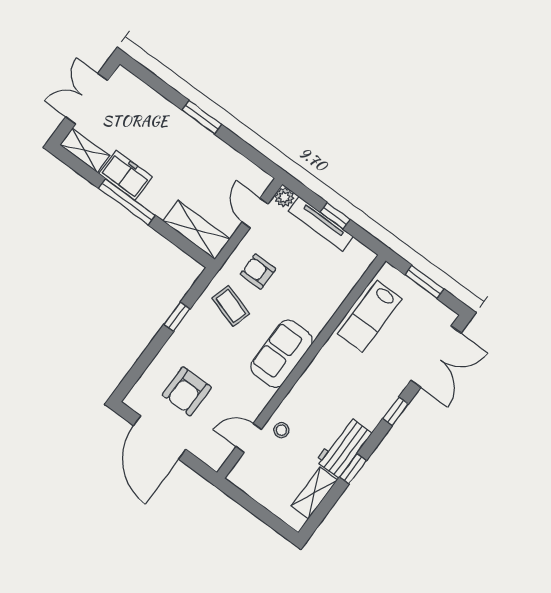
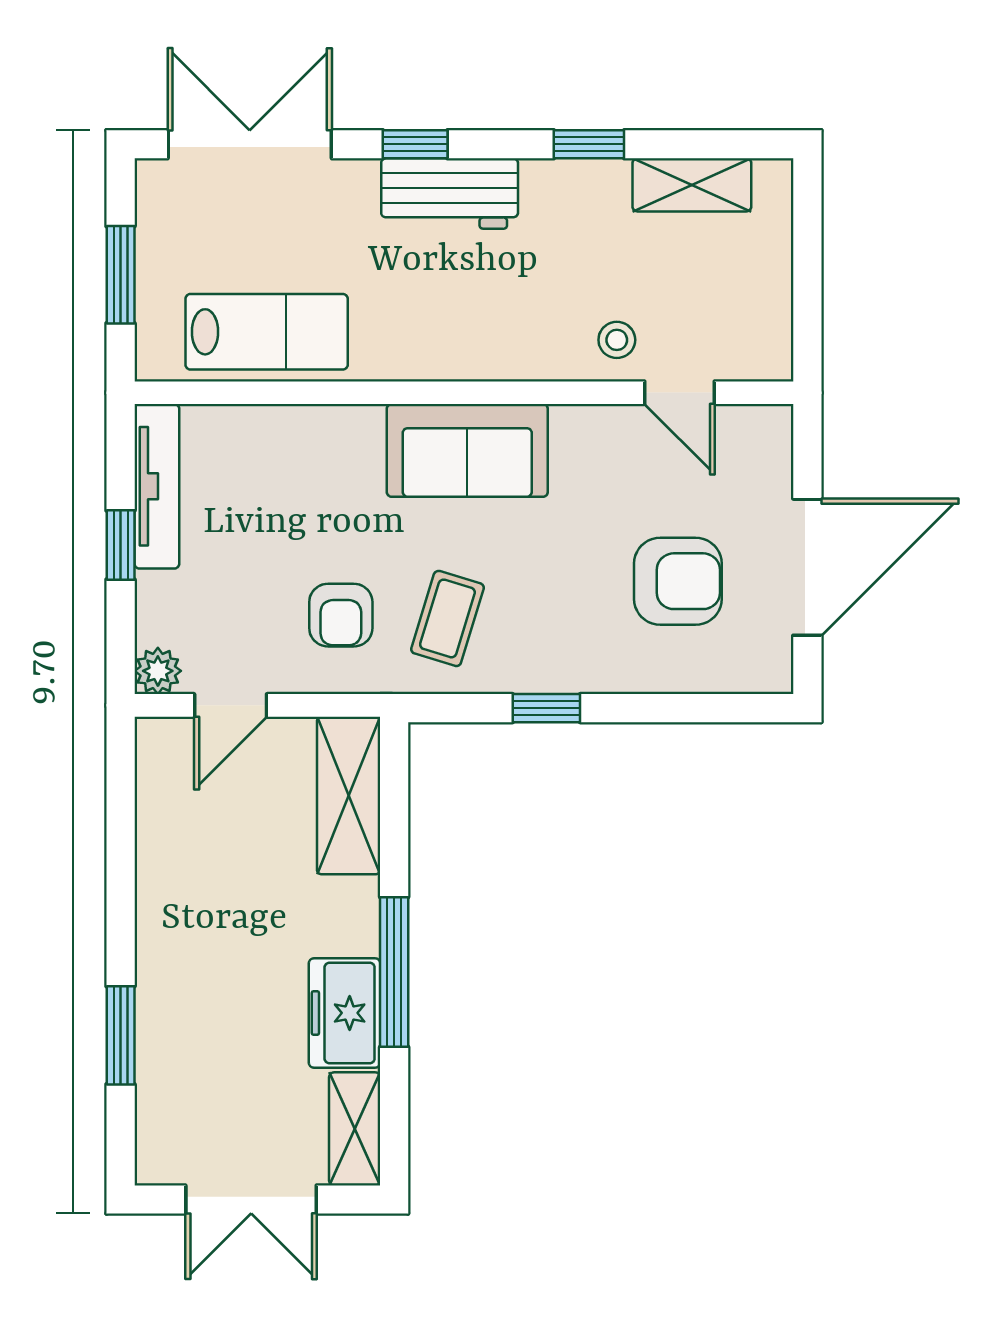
window: (202, 117) -> (121, 1035), moved
tv unit: (321, 224) -> (157, 486), moved
workbench: (344, 447) -> (450, 193), moved

